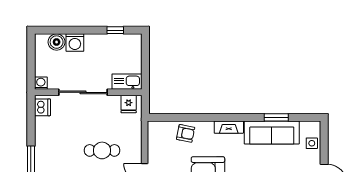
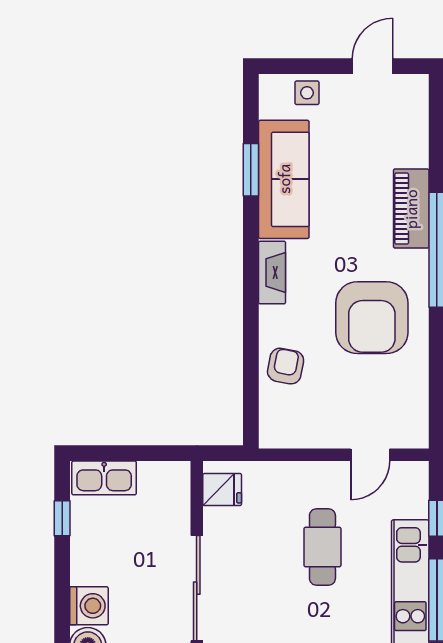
kitchen sink: (127, 82) -> (104, 478), moved, turned -90

